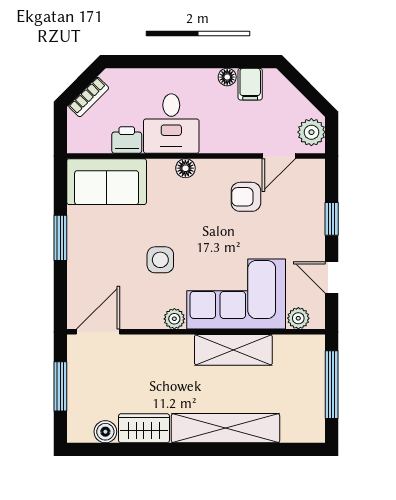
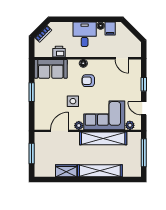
desk: (171, 124) -> (85, 34), moved, turned 180
plant: (311, 132) -> (135, 48), removed
door: (279, 156) -> (122, 58), hinge flipped
armchair: (246, 197) -> (88, 81), moved
door: (98, 332) -> (59, 131), moved
shelving: (233, 350) -> (103, 138), width x1.47
boiler: (105, 432) -> (50, 172), removed

